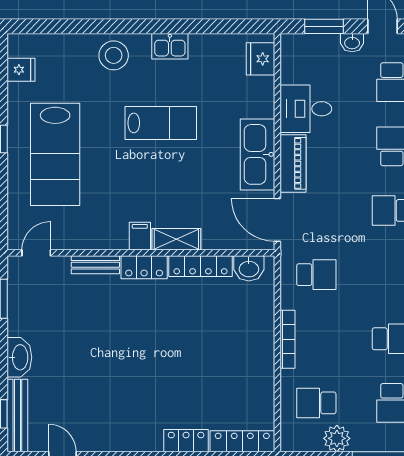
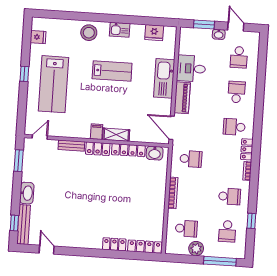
fridge: (260, 59) -> (154, 33), moved, turned -90
kitchen sink: (257, 154) -> (164, 78), moved
school desk: (316, 403) -> (186, 229), turned 180

